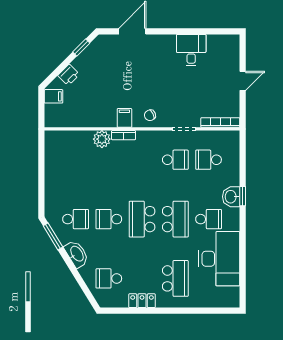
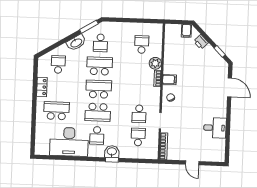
school desk: (76, 160) -> (142, 44), added
school desk: (109, 219) -> (100, 66), width x1.85
school desk: (175, 278) -> (56, 111), turned 180

